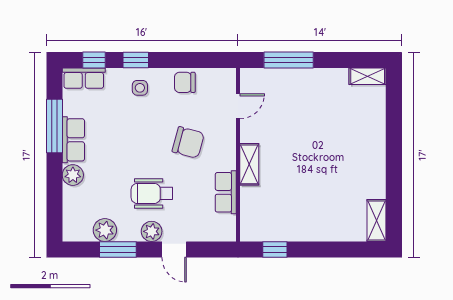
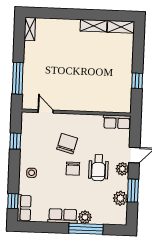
window: (136, 60) -> (15, 141), moved
chair: (185, 82) -> (73, 169), moved
window: (54, 126) -> (86, 229), moved
shelving: (249, 164) -> (94, 26), moved
row of seats: (226, 192) -> (117, 122), moved
window: (275, 250) -> (137, 81), moved

